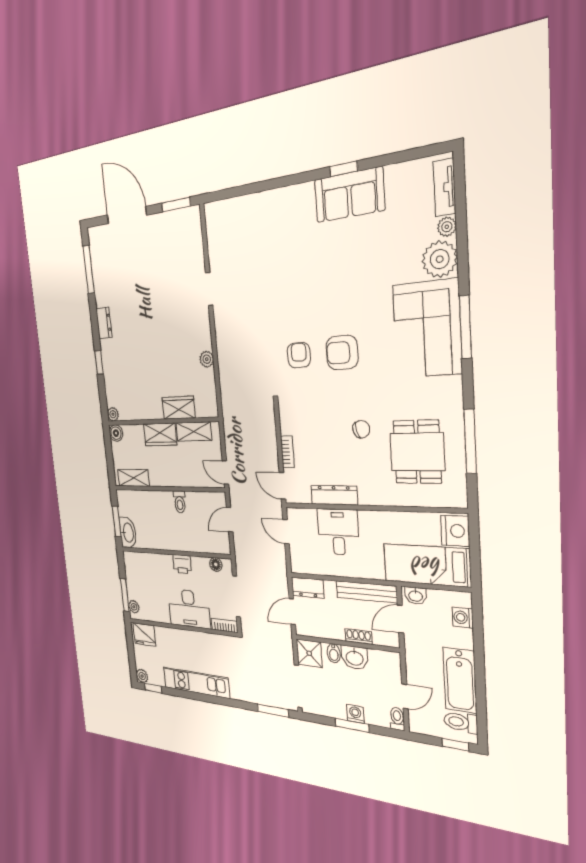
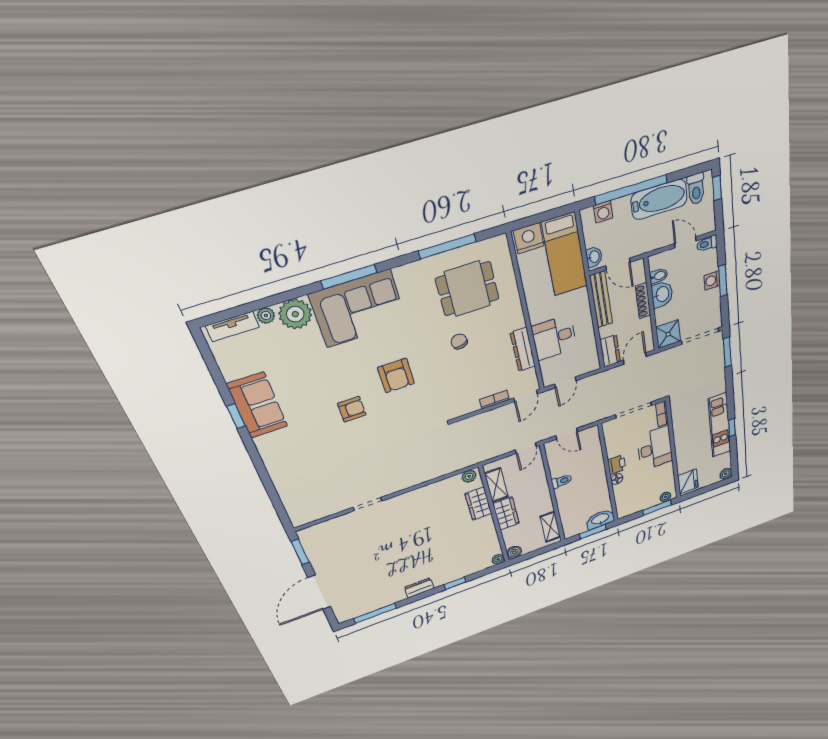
armchair: (299, 355) -> (352, 409), moved, turned 180
plant: (207, 359) -> (469, 476), moved
floor lamp: (216, 564) -> (617, 479), moved
door: (292, 612) -> (635, 358), swing flipped
shoe rack: (359, 637) -> (643, 301), width x1.43
bidet: (334, 653) -> (659, 276), moved
window: (479, 653) -> (631, 190), added
window: (153, 688) -> (732, 428), moved

